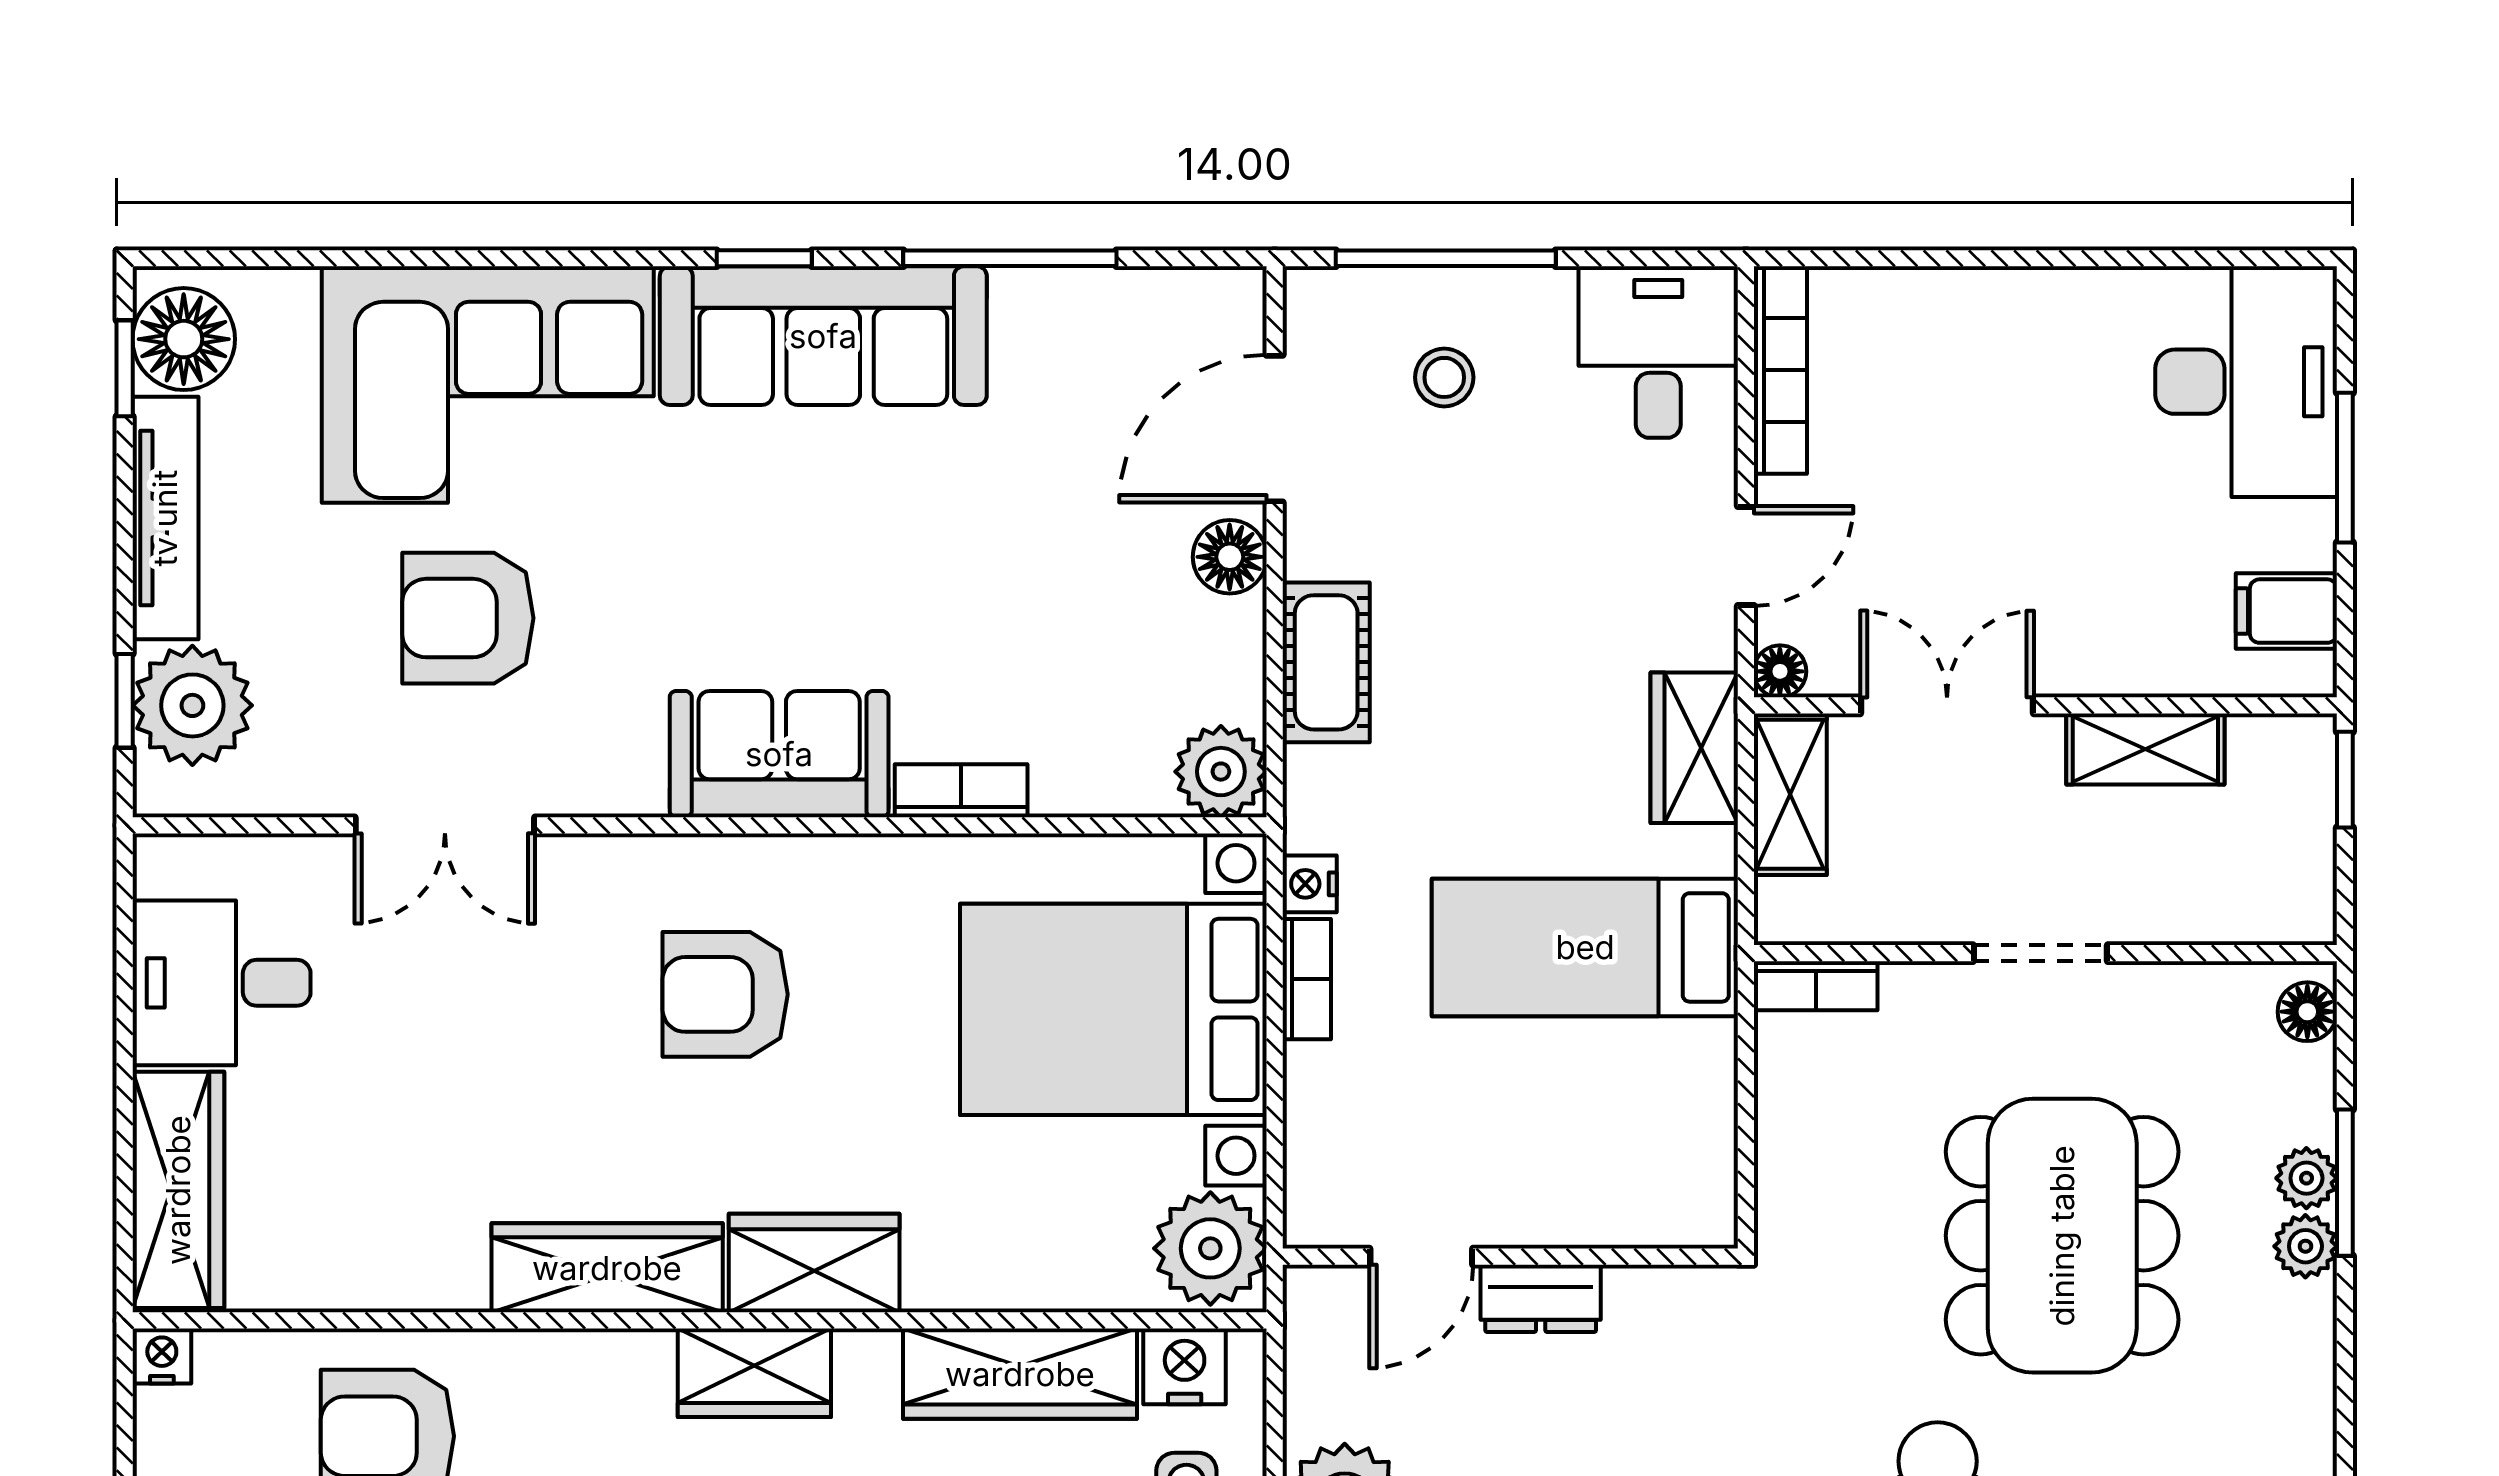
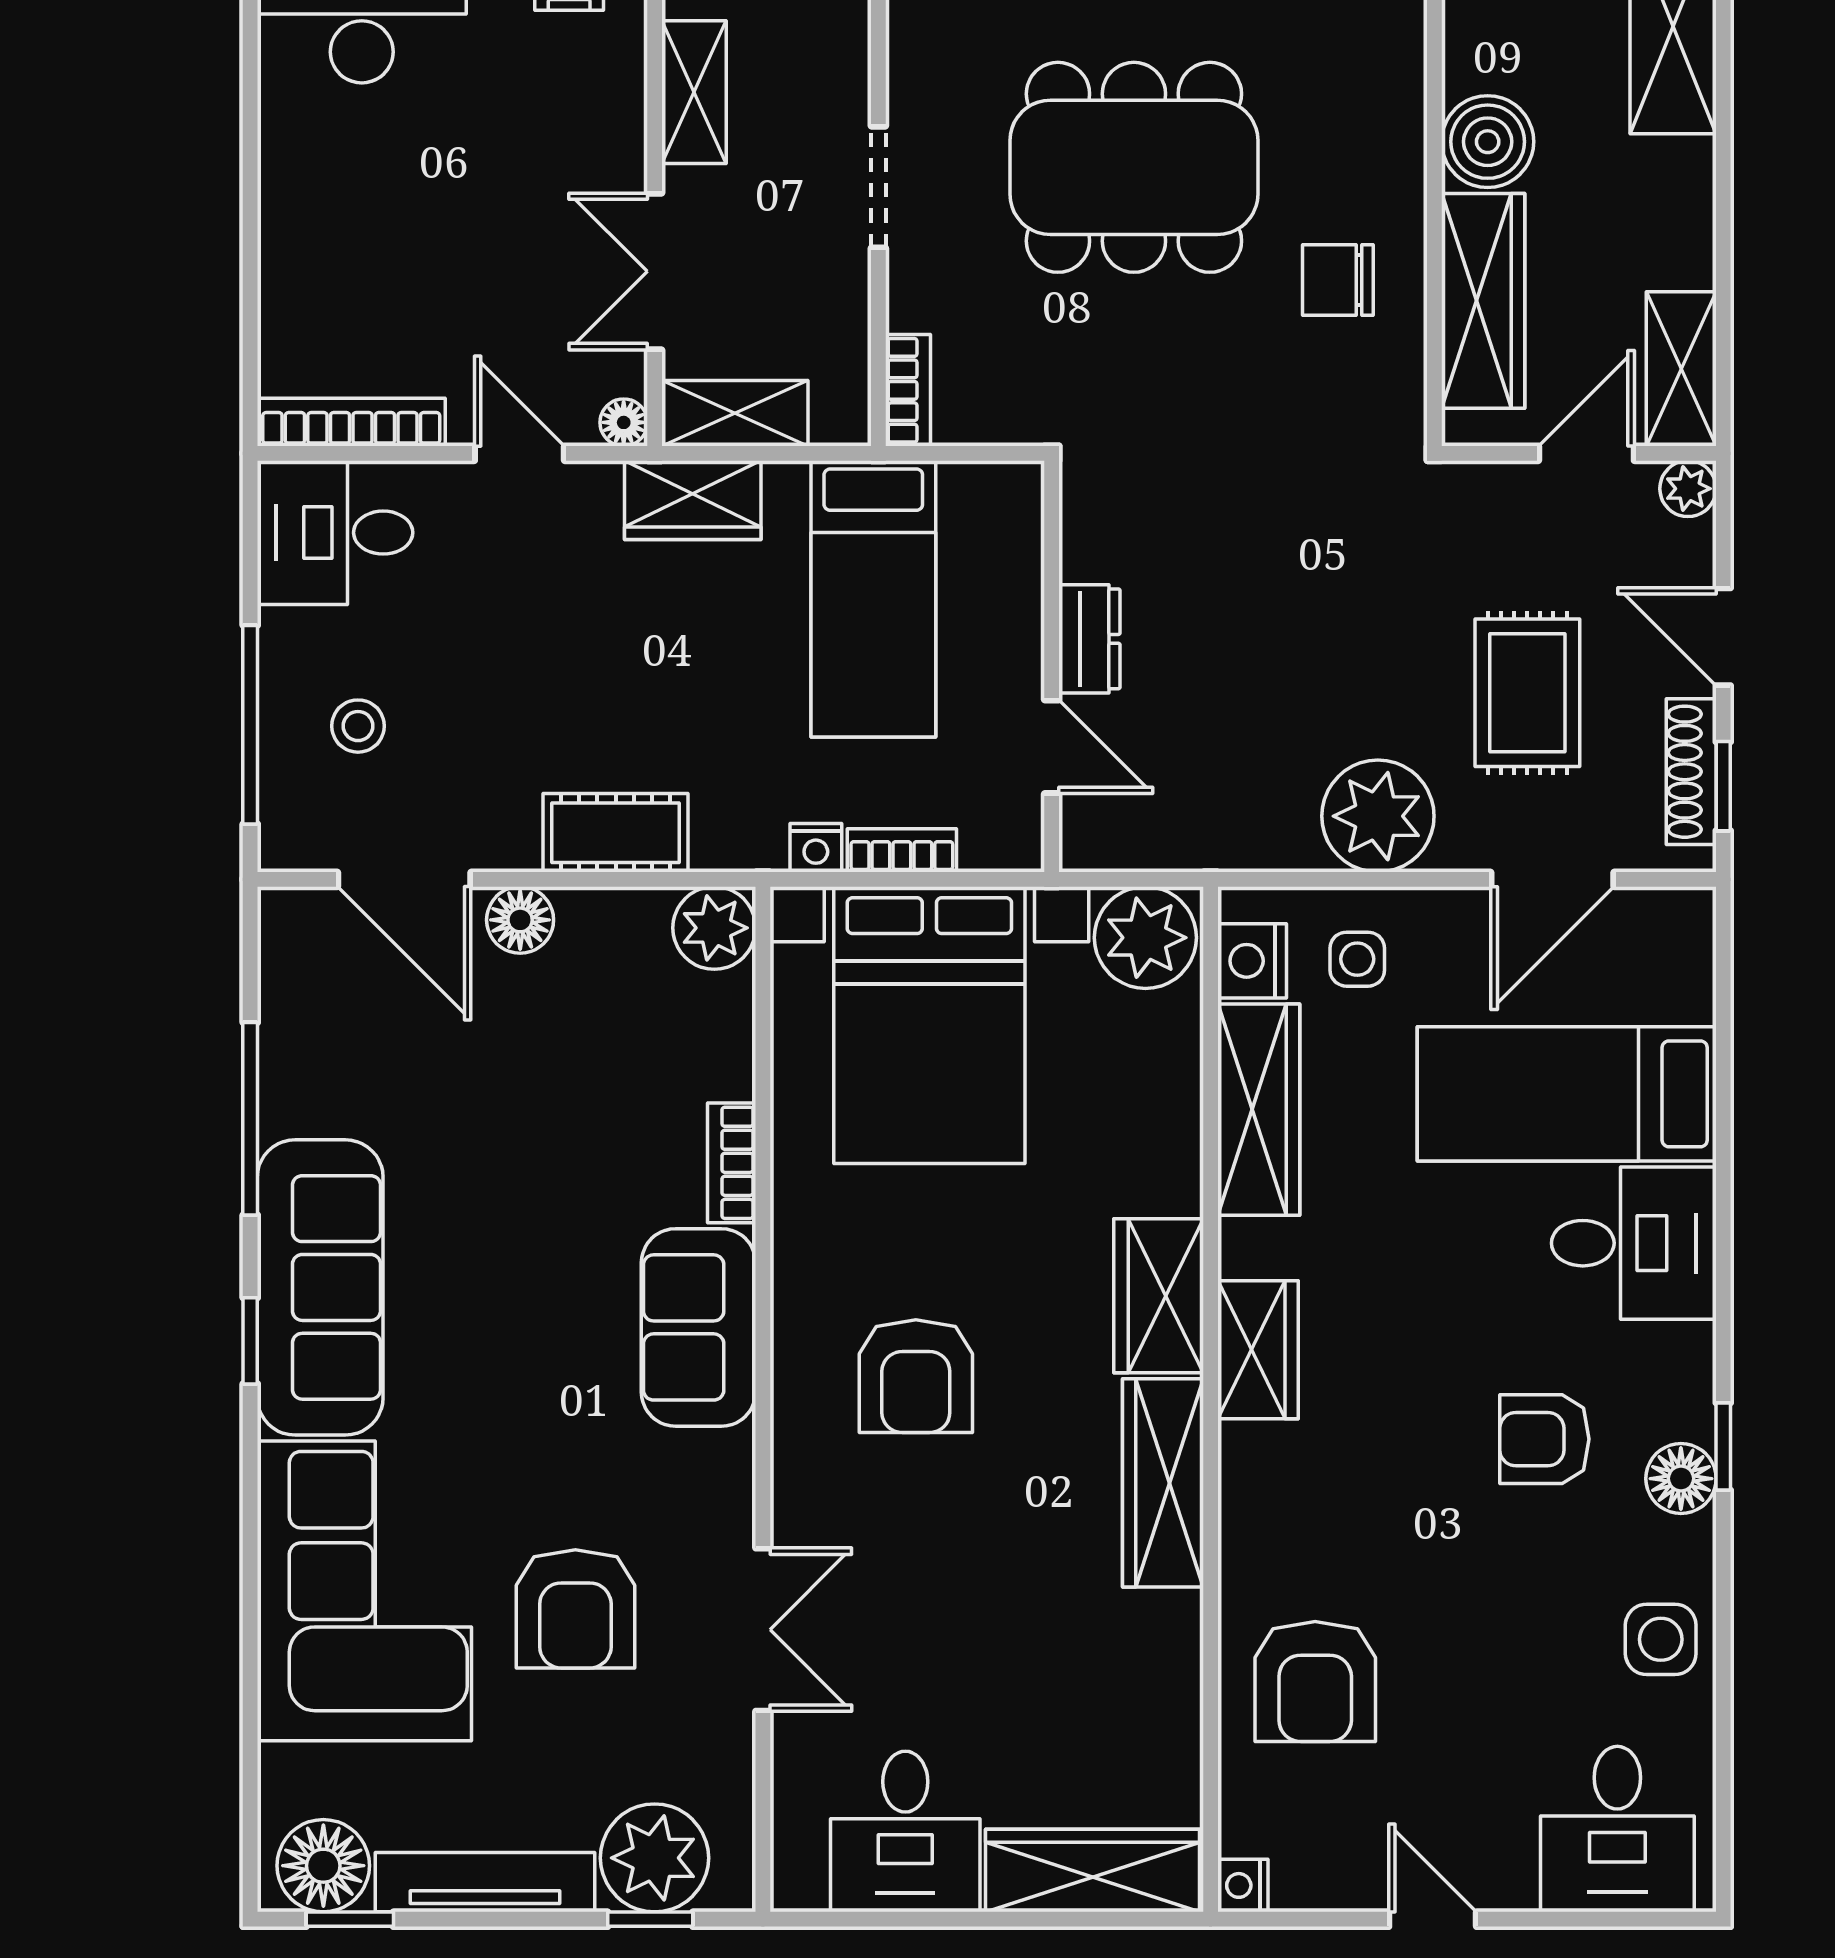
door: (1421, 1257) -> (1052, 747), moved
wall: (1510, 1257) -> (1052, 666), moved
dresser: (1541, 1298) -> (1089, 639), moved

